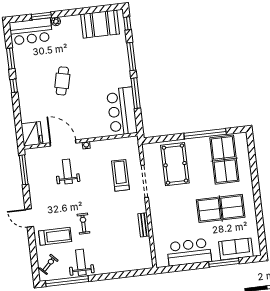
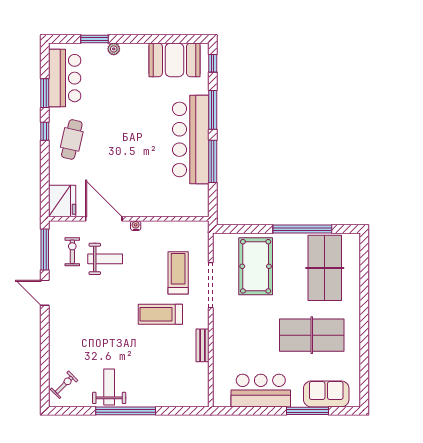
bar counter: (31, 31) -> (65, 78), moved, turned -90
cafe table: (62, 81) -> (72, 139), moved
bar counter: (122, 111) -> (191, 139), moved, width x1.36
weight bench: (67, 171) -> (105, 259), turned 90
door: (29, 218) -> (45, 293), moved
exercise bike: (83, 224) -> (72, 252), moved
treadmill: (55, 236) -> (160, 314), moved, turned 180
window: (67, 281) -> (126, 411), moved

